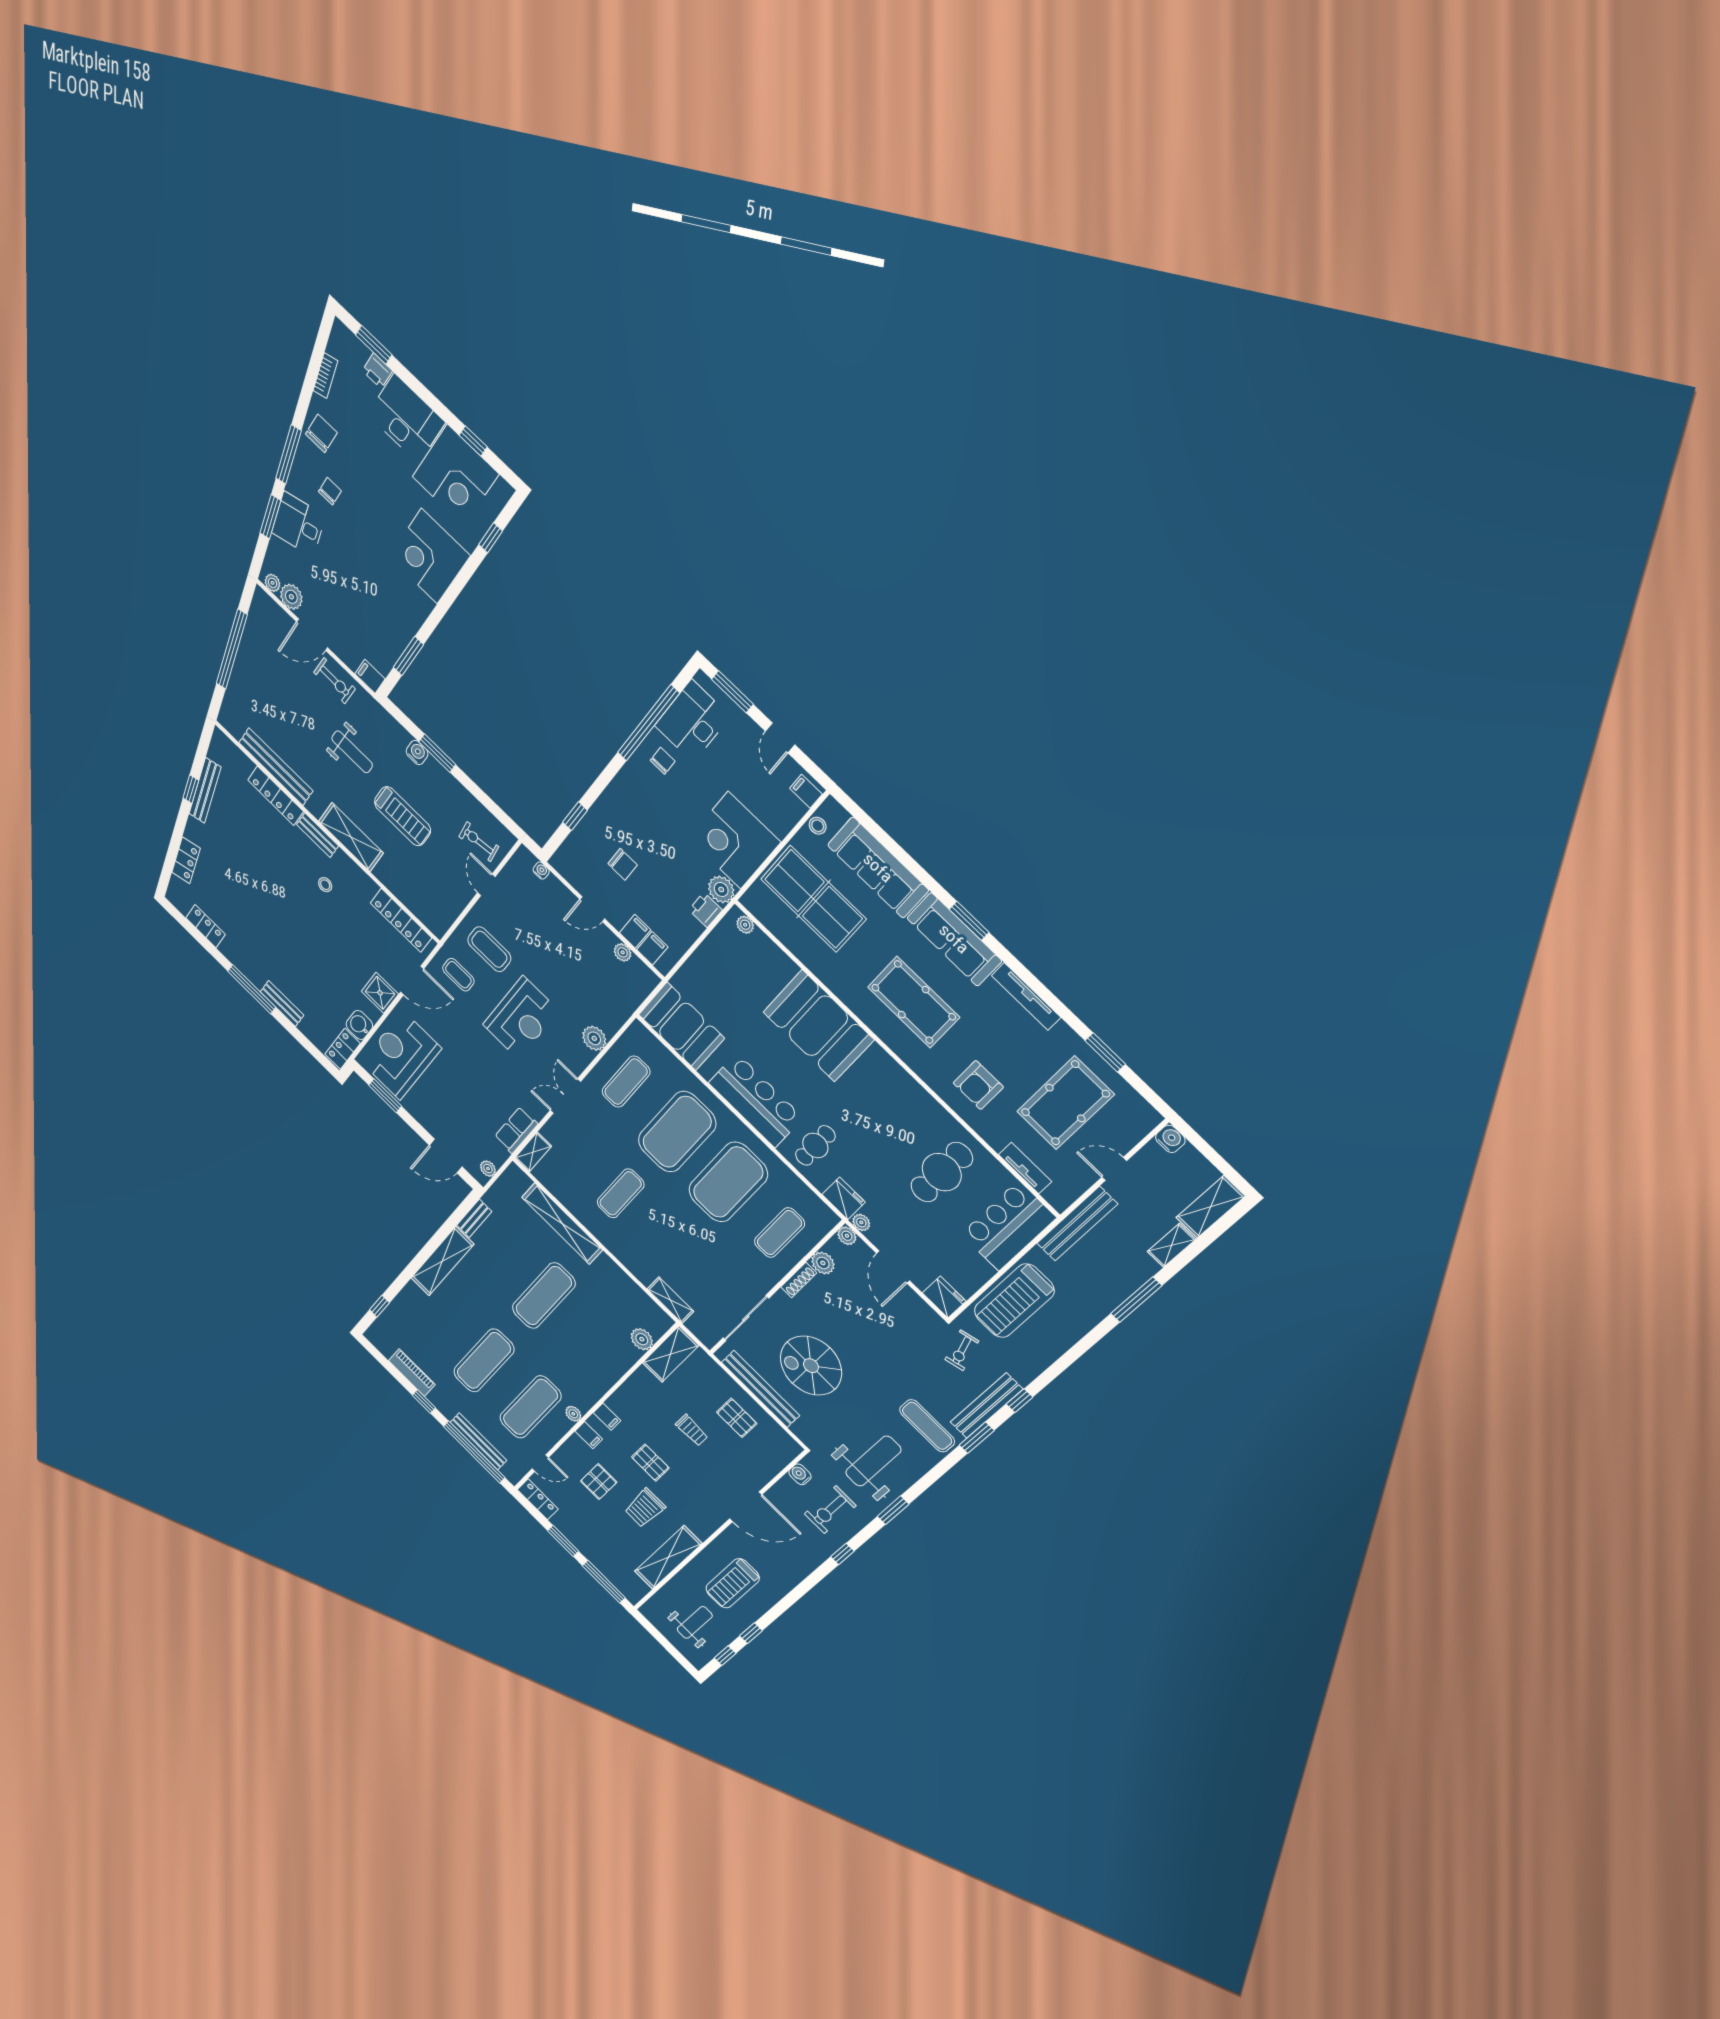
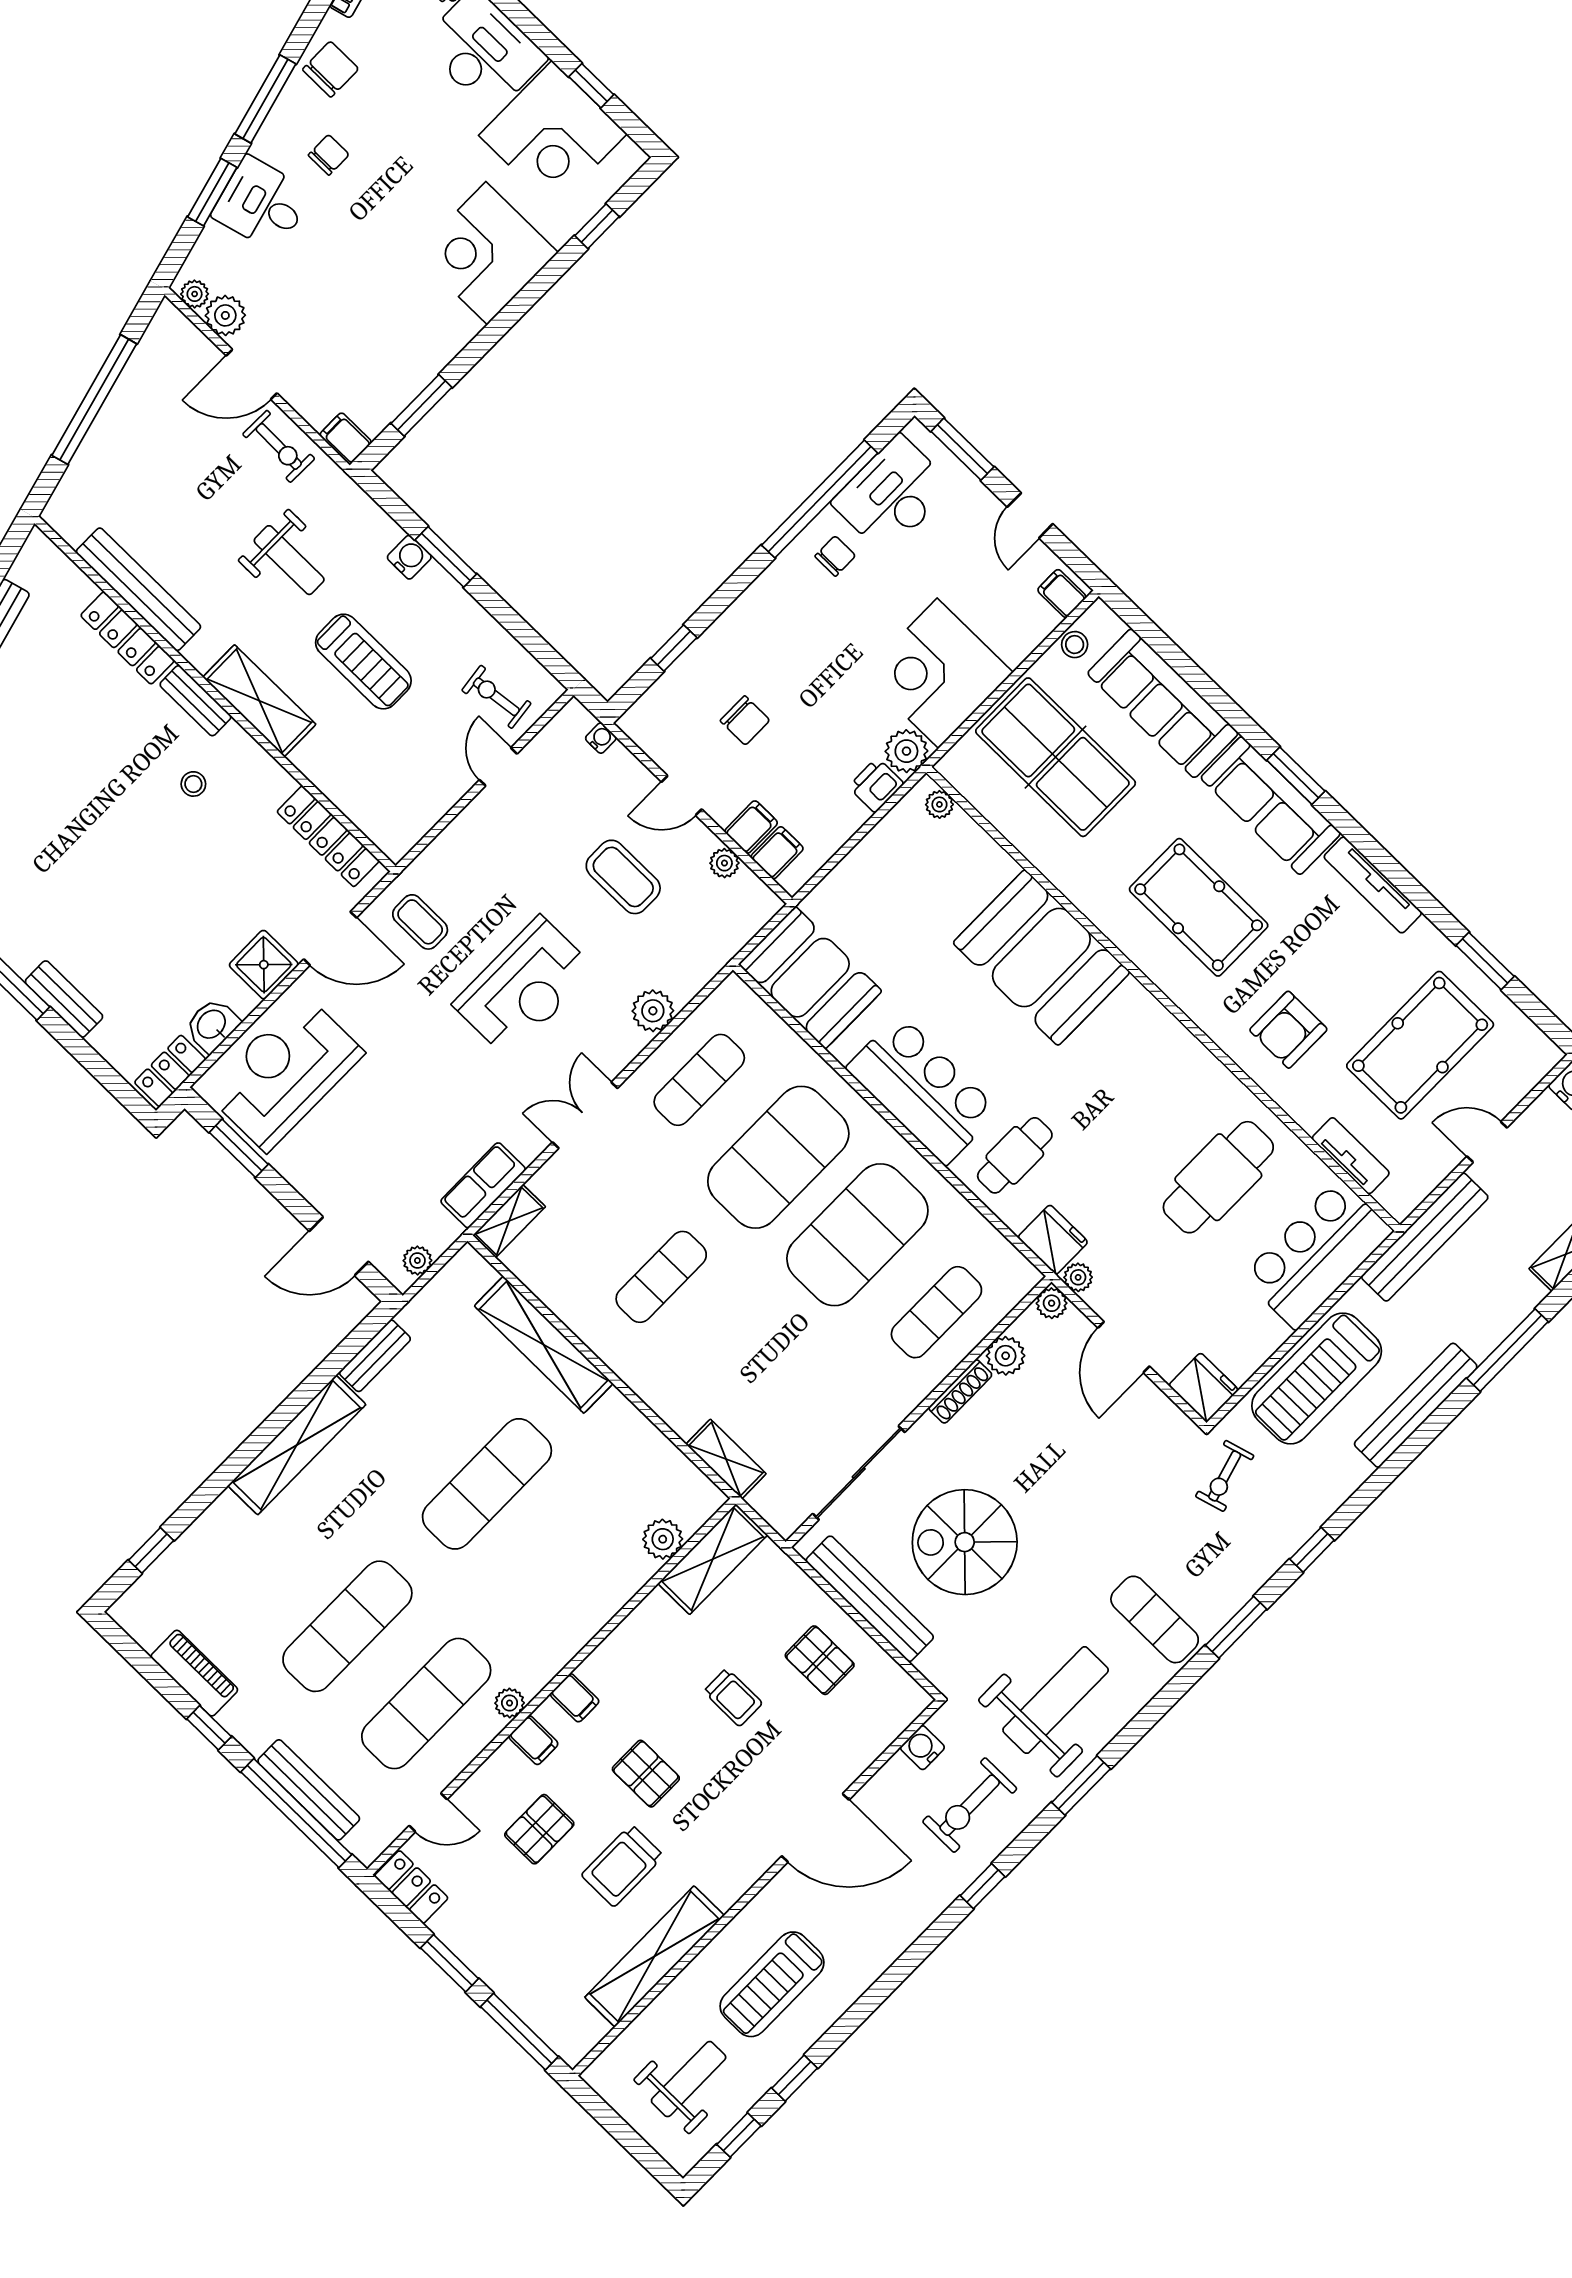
coffee table: (489, 949) -> (623, 877), moved
bench: (986, 1406) -> (1416, 1405), moved

